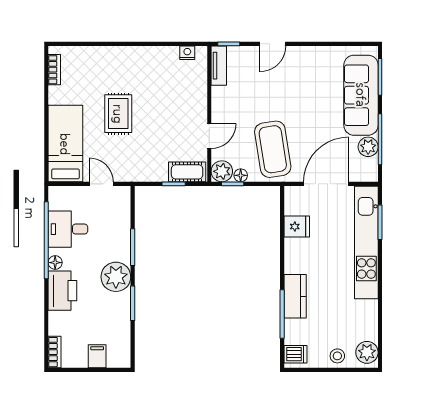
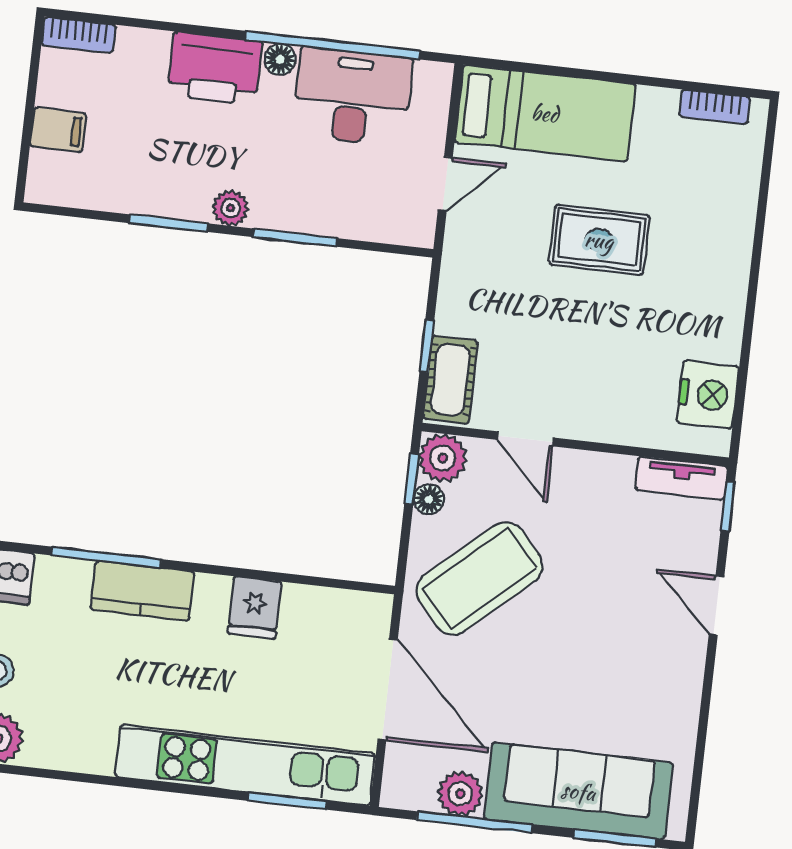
nightstand: (187, 53) -> (708, 395), width x1.89, depth x1.79
coffee table: (273, 149) -> (479, 578), turned -33
fridge: (297, 227) -> (255, 608), moved
desk: (68, 229) -> (352, 97), width x1.37
plant: (116, 277) -> (231, 208), width x0.53, depth x0.53

